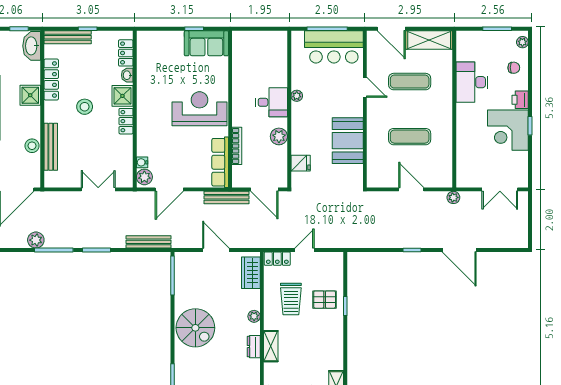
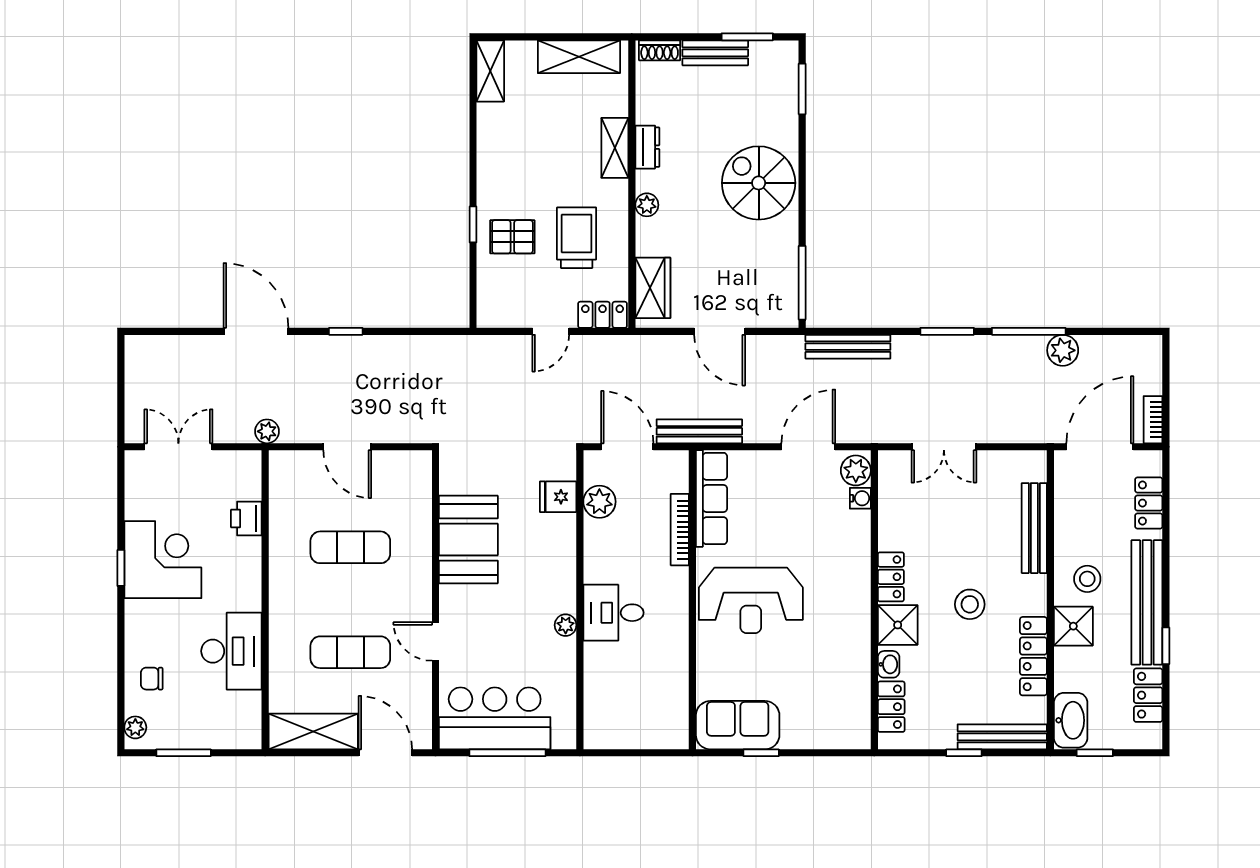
printer: (520, 100) -> (246, 519), moved, turned 180
plant: (279, 136) -> (599, 502), moved
stool: (32, 146) -> (1087, 579), moved

